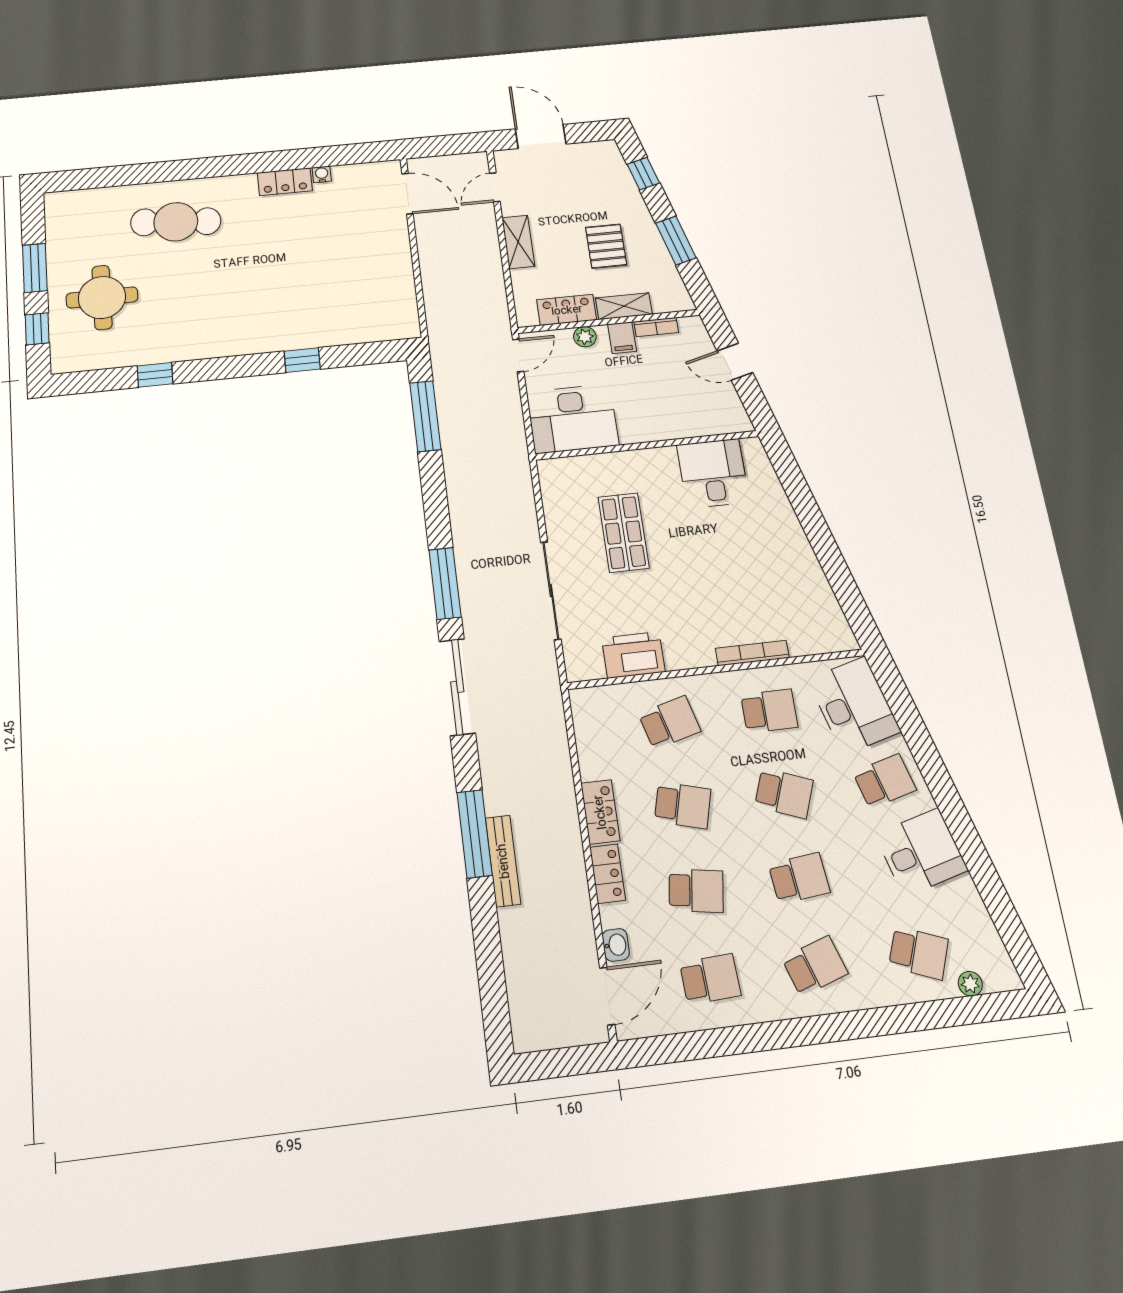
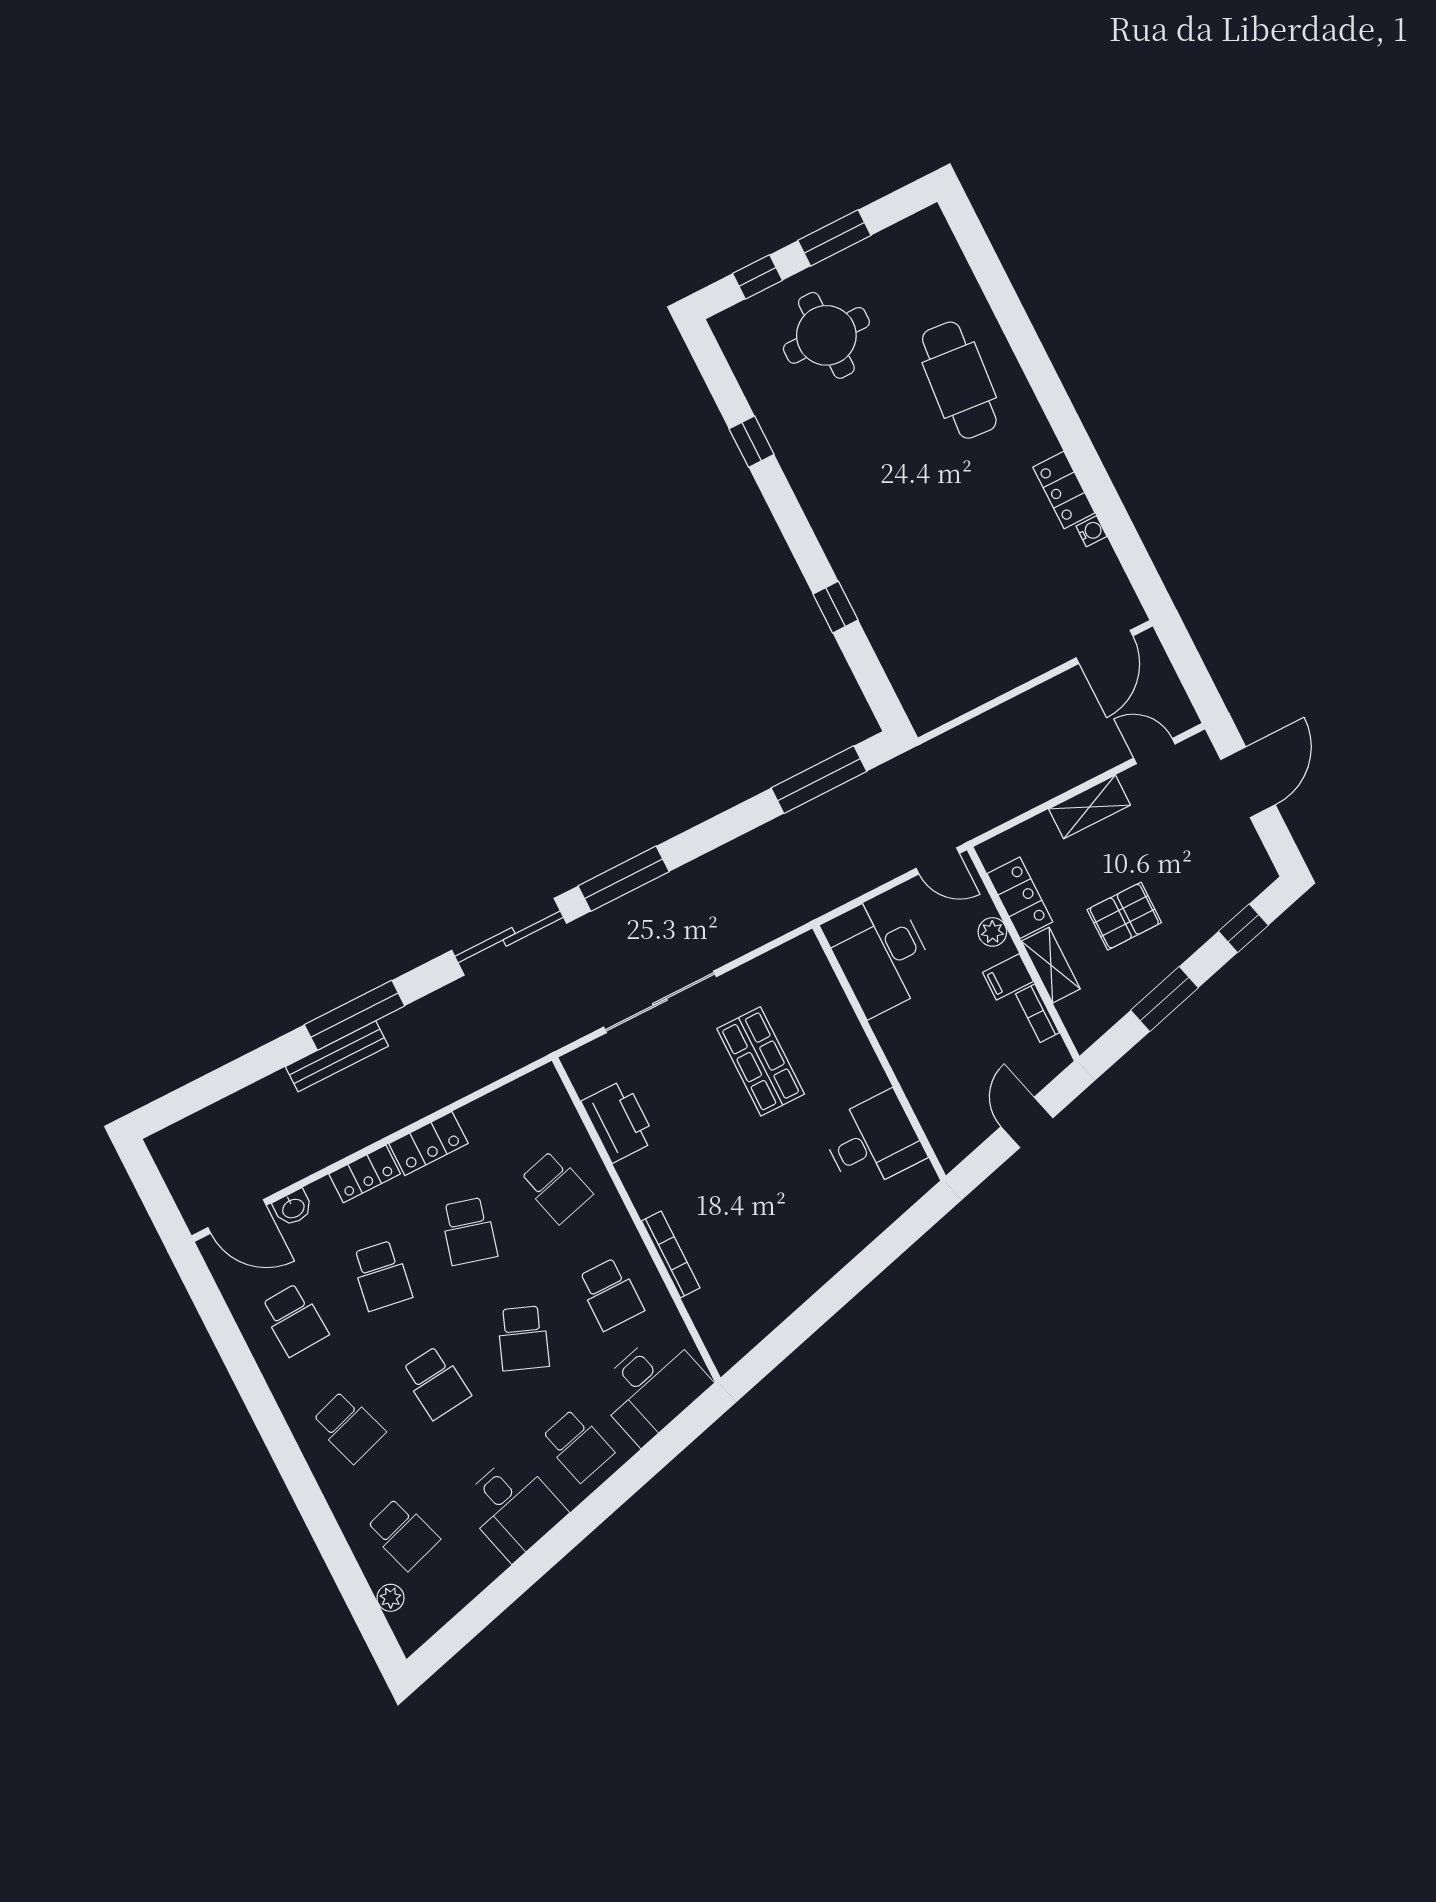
shop shelf: (624, 533) -> (761, 1061), turned 90
school desk: (919, 953) -> (403, 1534), turned -39

